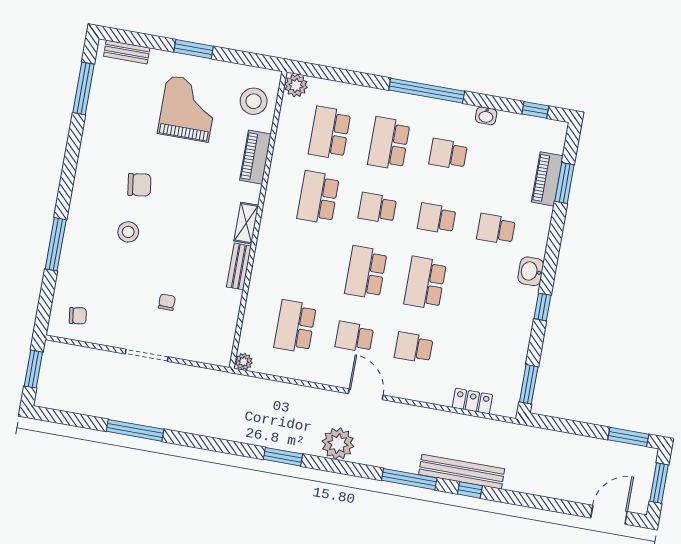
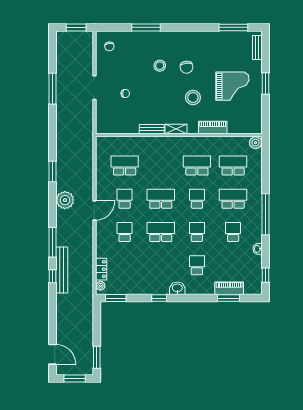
stool: (254, 101) -> (193, 98), moved
plant: (244, 362) -> (100, 286), moved

